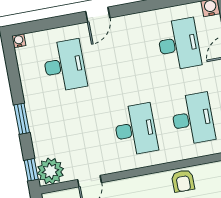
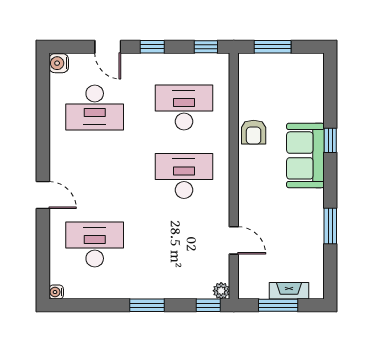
desk: (179, 44) -> (95, 107), turned 180
plant: (50, 171) -> (221, 291), width x0.53, depth x0.53
armchair: (183, 181) -> (254, 132), turned 90

